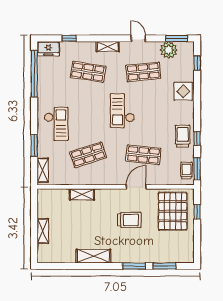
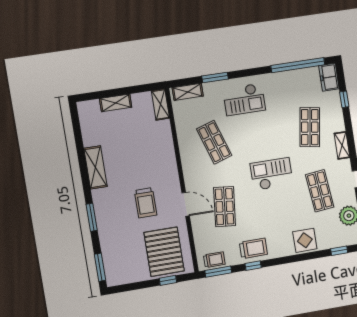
shelving: (82, 194) -> (160, 104), moved
pallet: (173, 211) -> (164, 252), turned 90
window: (164, 266) -> (100, 267), moved

